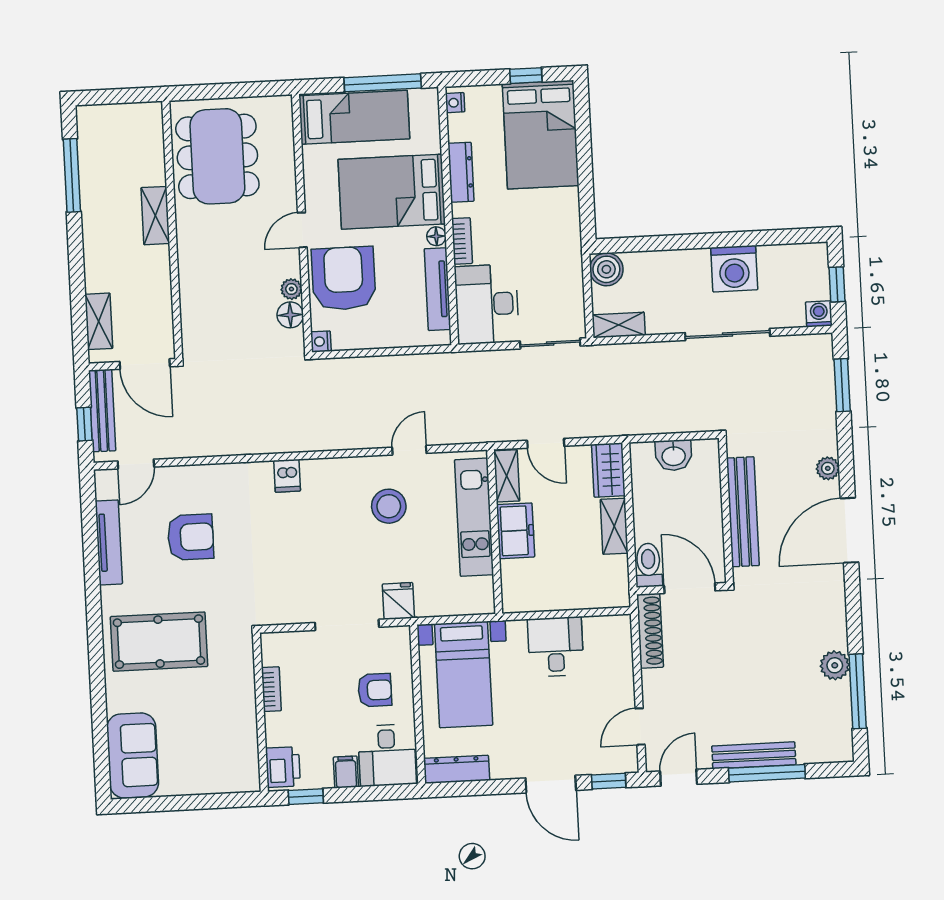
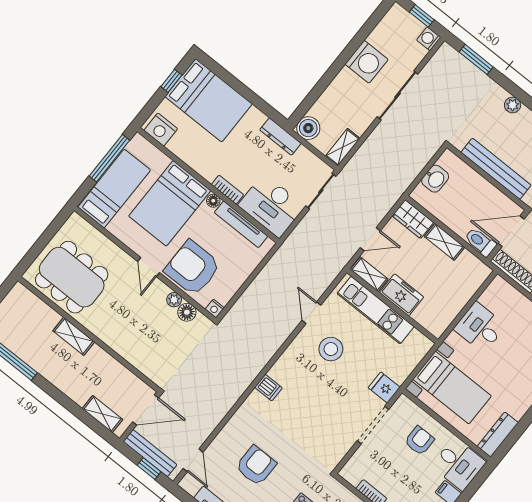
nightstand: (455, 103) -> (161, 130), width x1.89, depth x1.79
dresser: (461, 172) -> (280, 137), moved, turned 180

